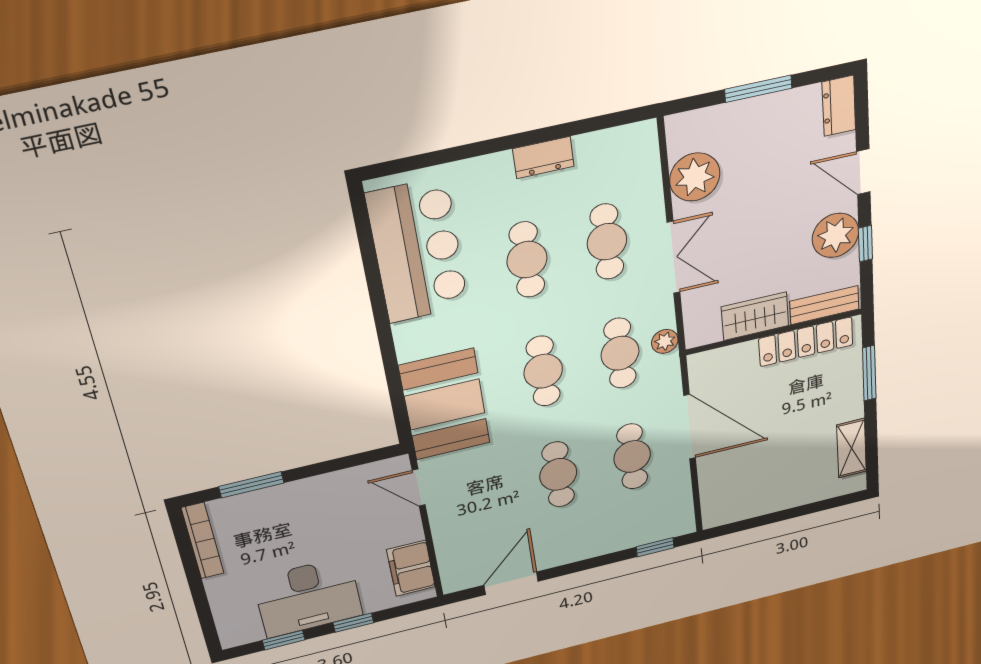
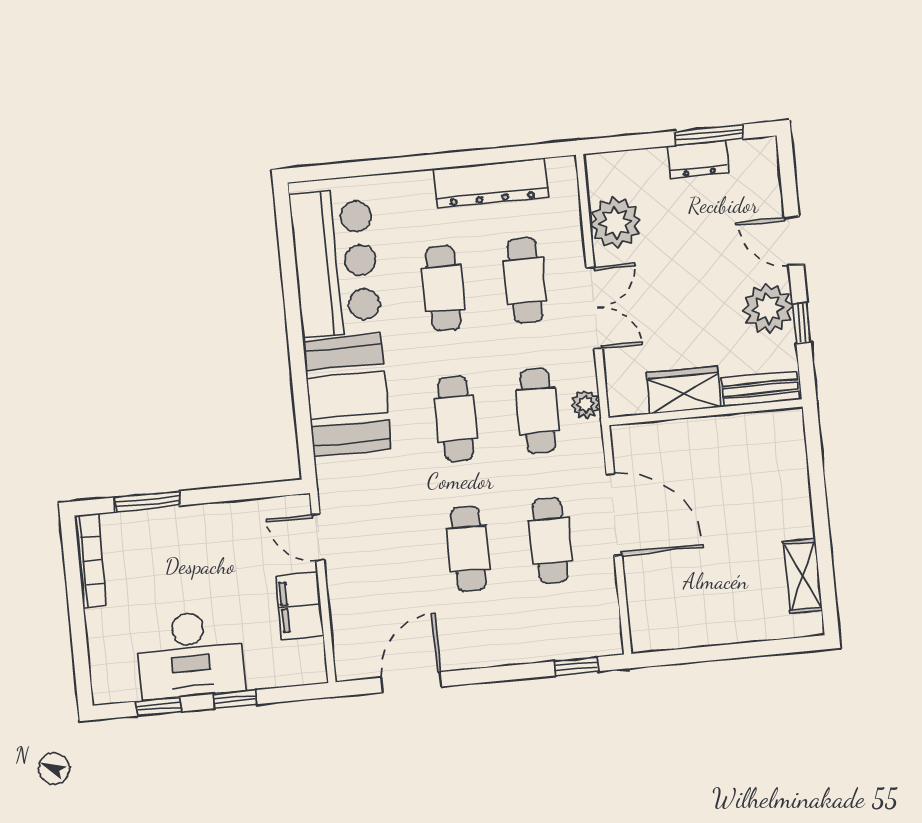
window: (758, 89) -> (709, 135), moved
dresser: (839, 106) -> (698, 159), moved, turned -90
dresser: (543, 158) -> (491, 183), width x1.96, depth x1.24
locker: (806, 342) -> (742, 430), removed
window: (869, 373) -> (817, 482), removed
booth: (445, 405) -> (347, 395), moved
filing cabinet: (411, 568) -> (299, 606), moved

